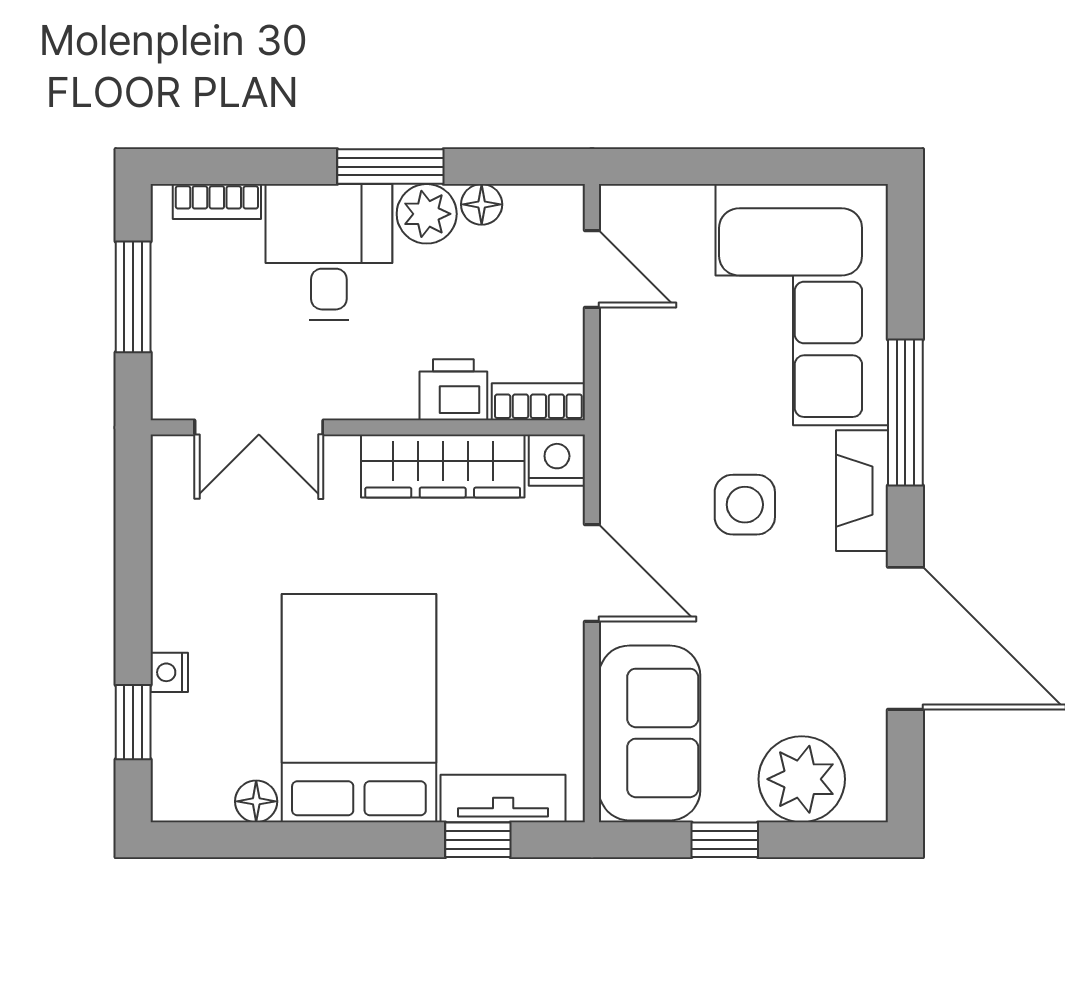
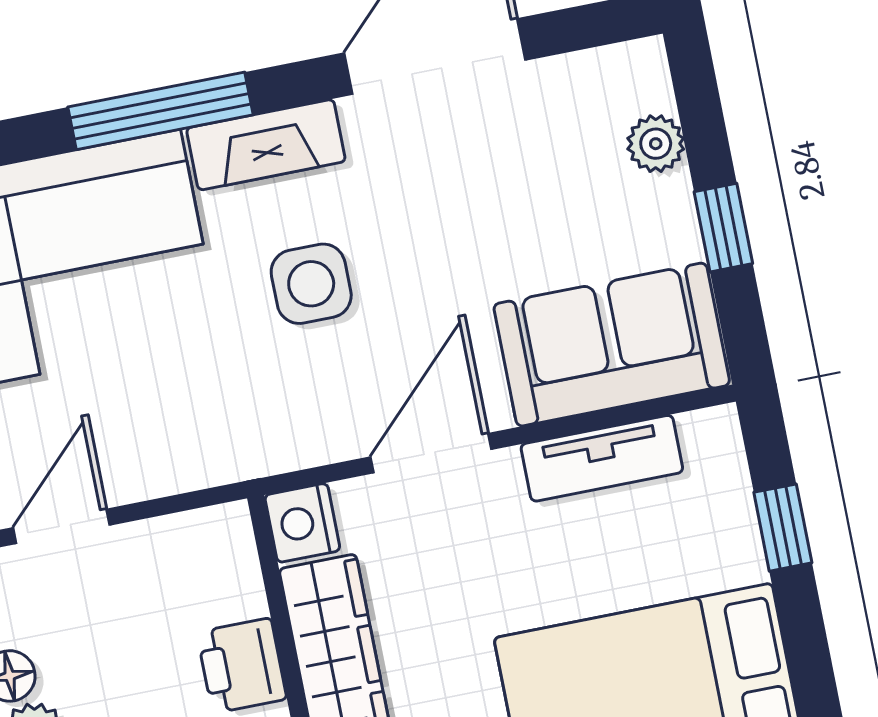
bookcase: (538, 402) -> (236, 559), removed
plant: (802, 779) -> (656, 144), width x0.53, depth x0.53
tv unit: (503, 798) -> (602, 458), moved, turned -90

